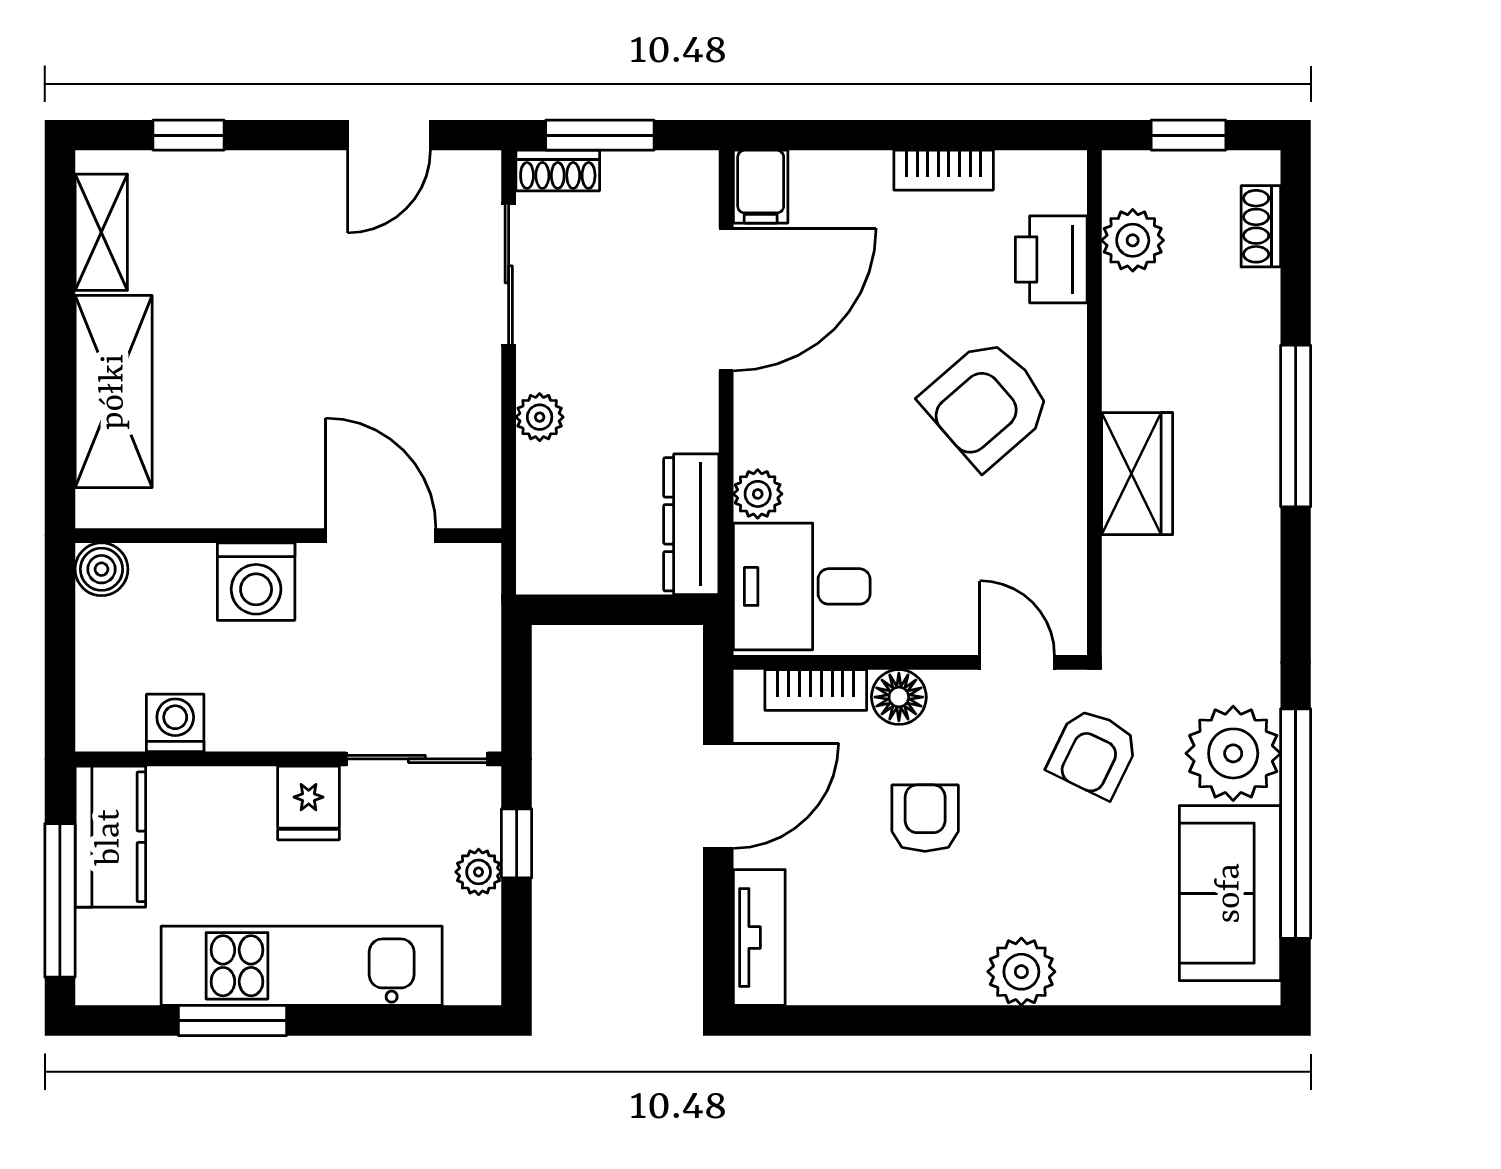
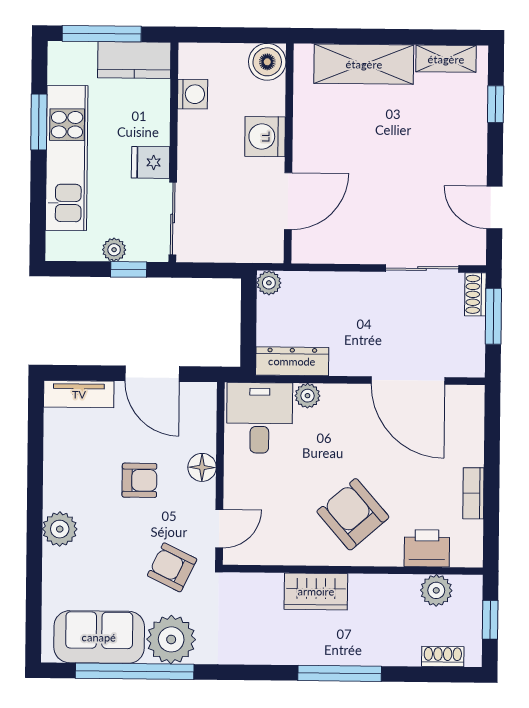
filing cabinet: (761, 187) -> (466, 399), removed
plant: (540, 417) -> (269, 283), moved
boiler: (101, 569) -> (267, 62), width x1.36, depth x1.36
bookcase: (816, 690) -> (206, 425), removed

